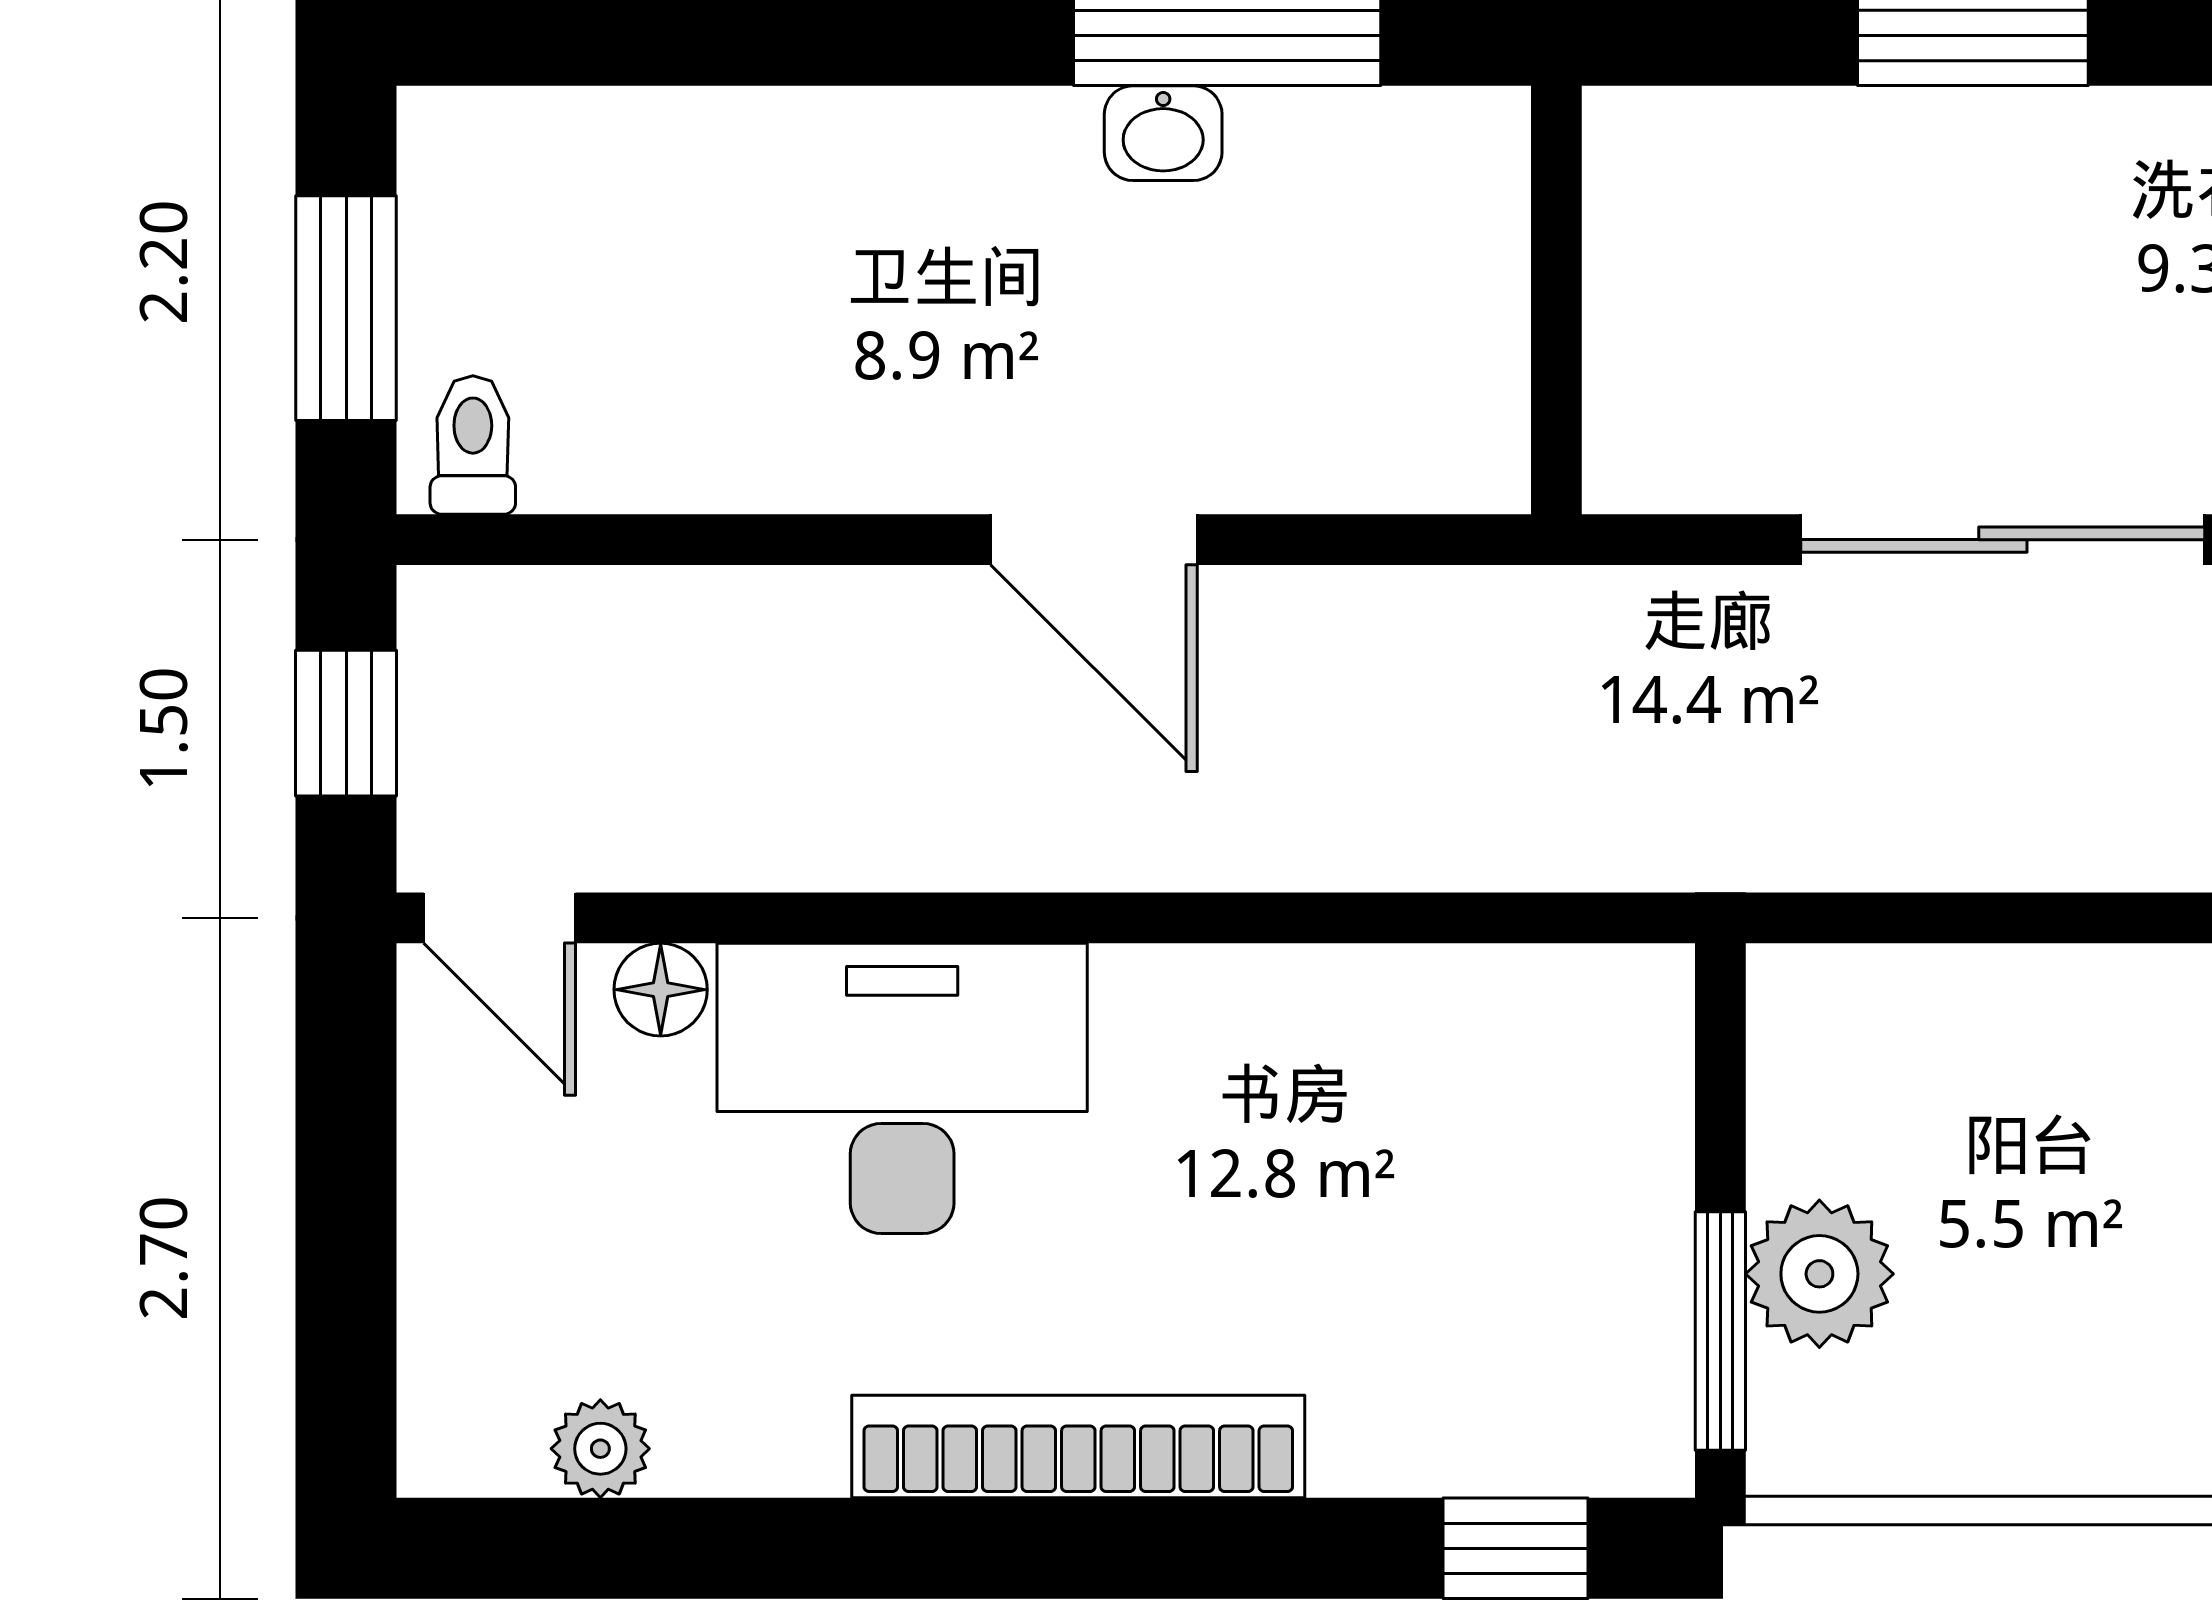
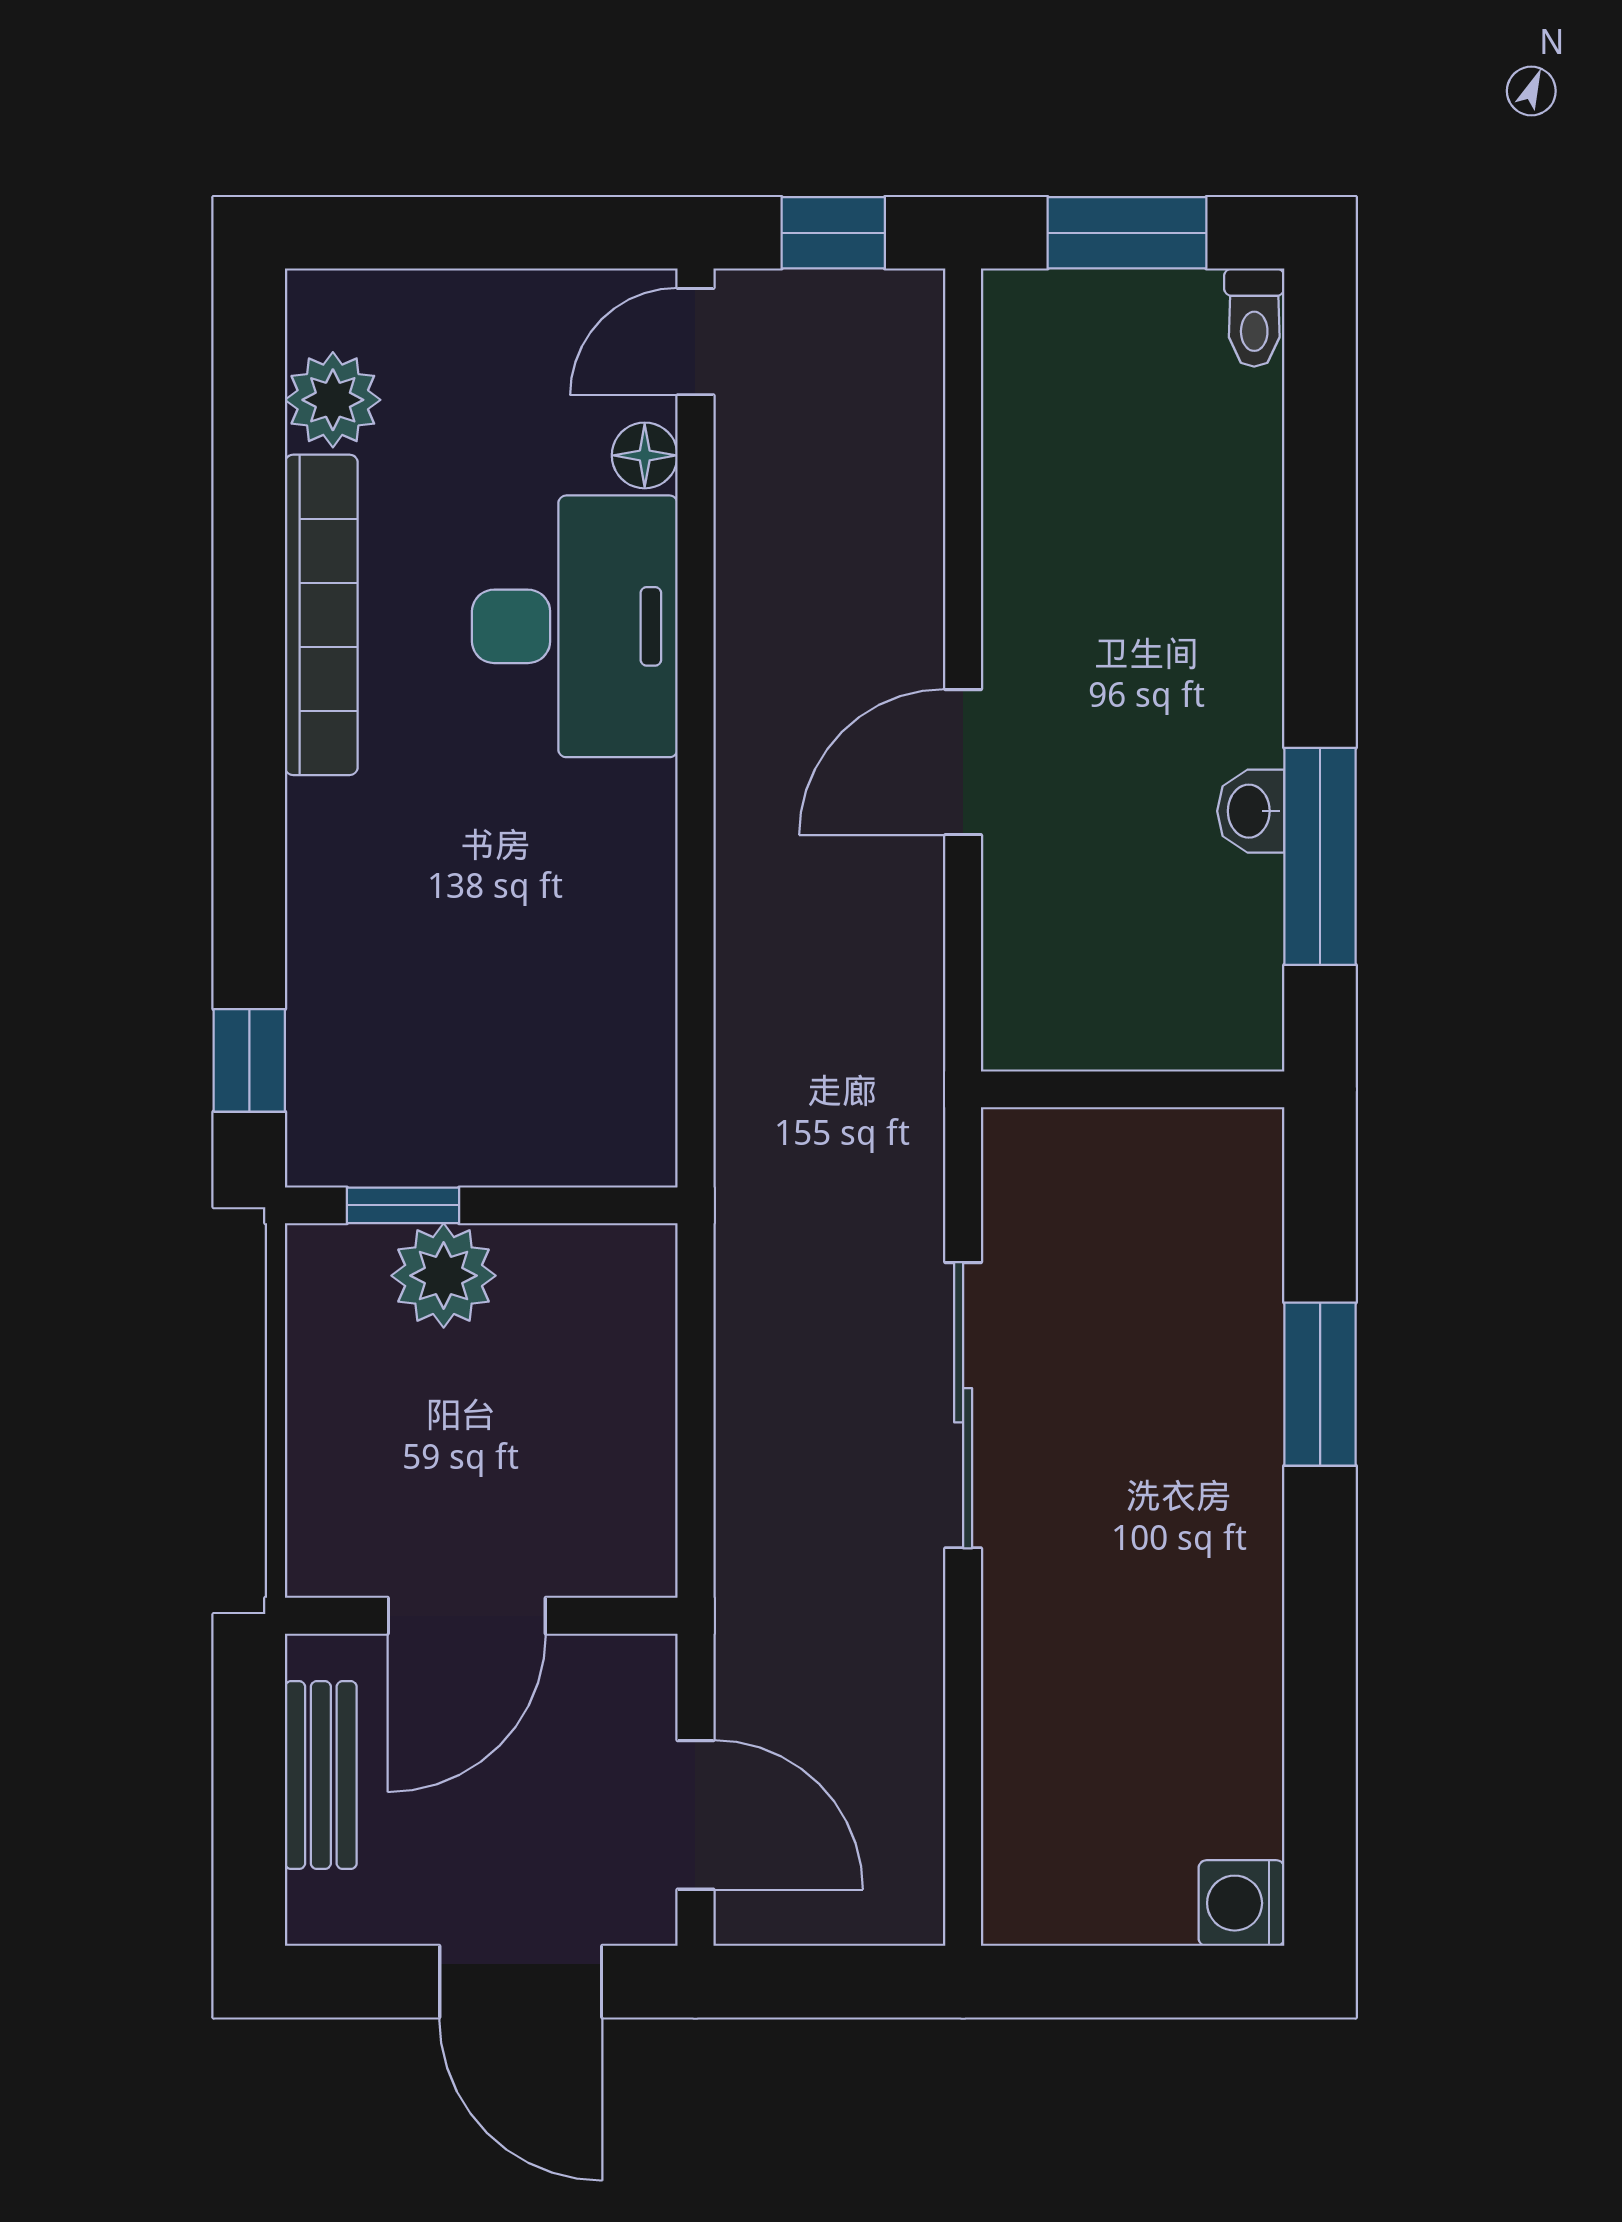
toilet: (473, 445) -> (1254, 318), moved, turned 90
window: (1720, 1331) -> (403, 1205), width x0.67
bookcase: (1078, 1446) -> (321, 615), moved
plant: (600, 1449) -> (333, 400), width x1.38, depth x1.38

